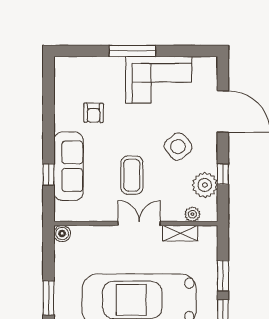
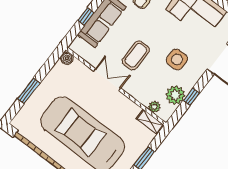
side table: (178, 147) -> (177, 59), turned 38
double door: (139, 224) -> (107, 80), moved
shelving: (180, 233) -> (150, 122), moved

